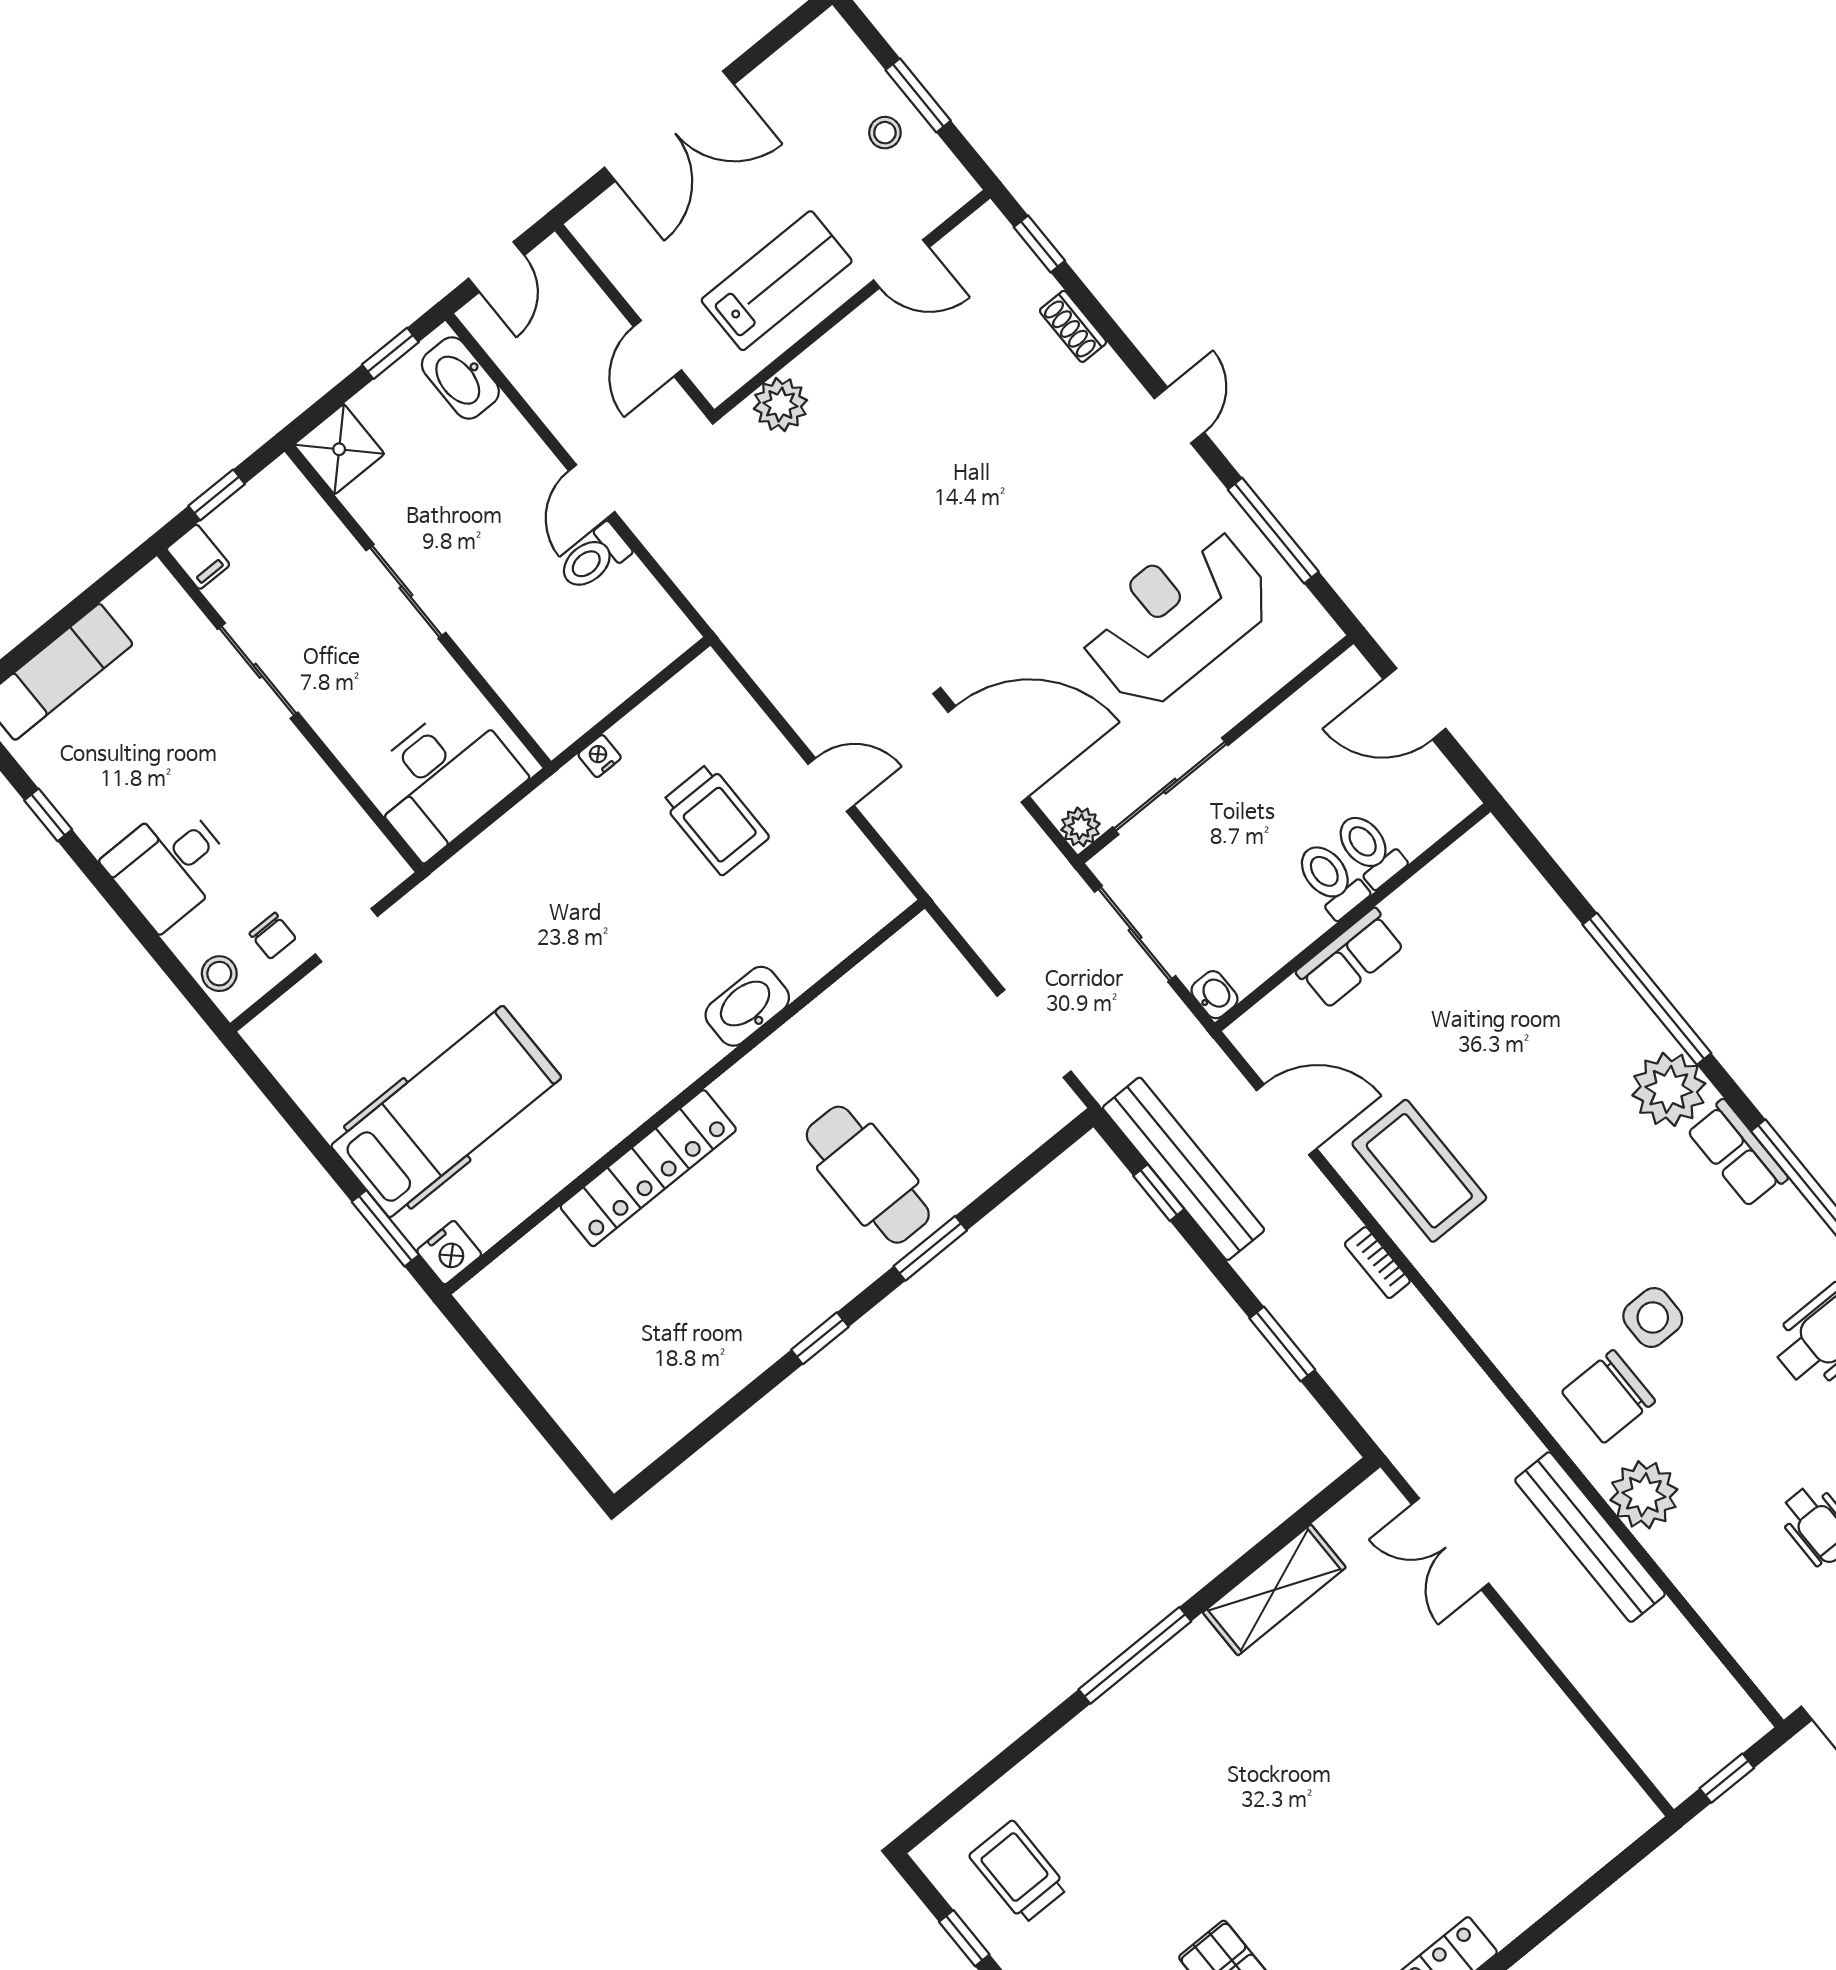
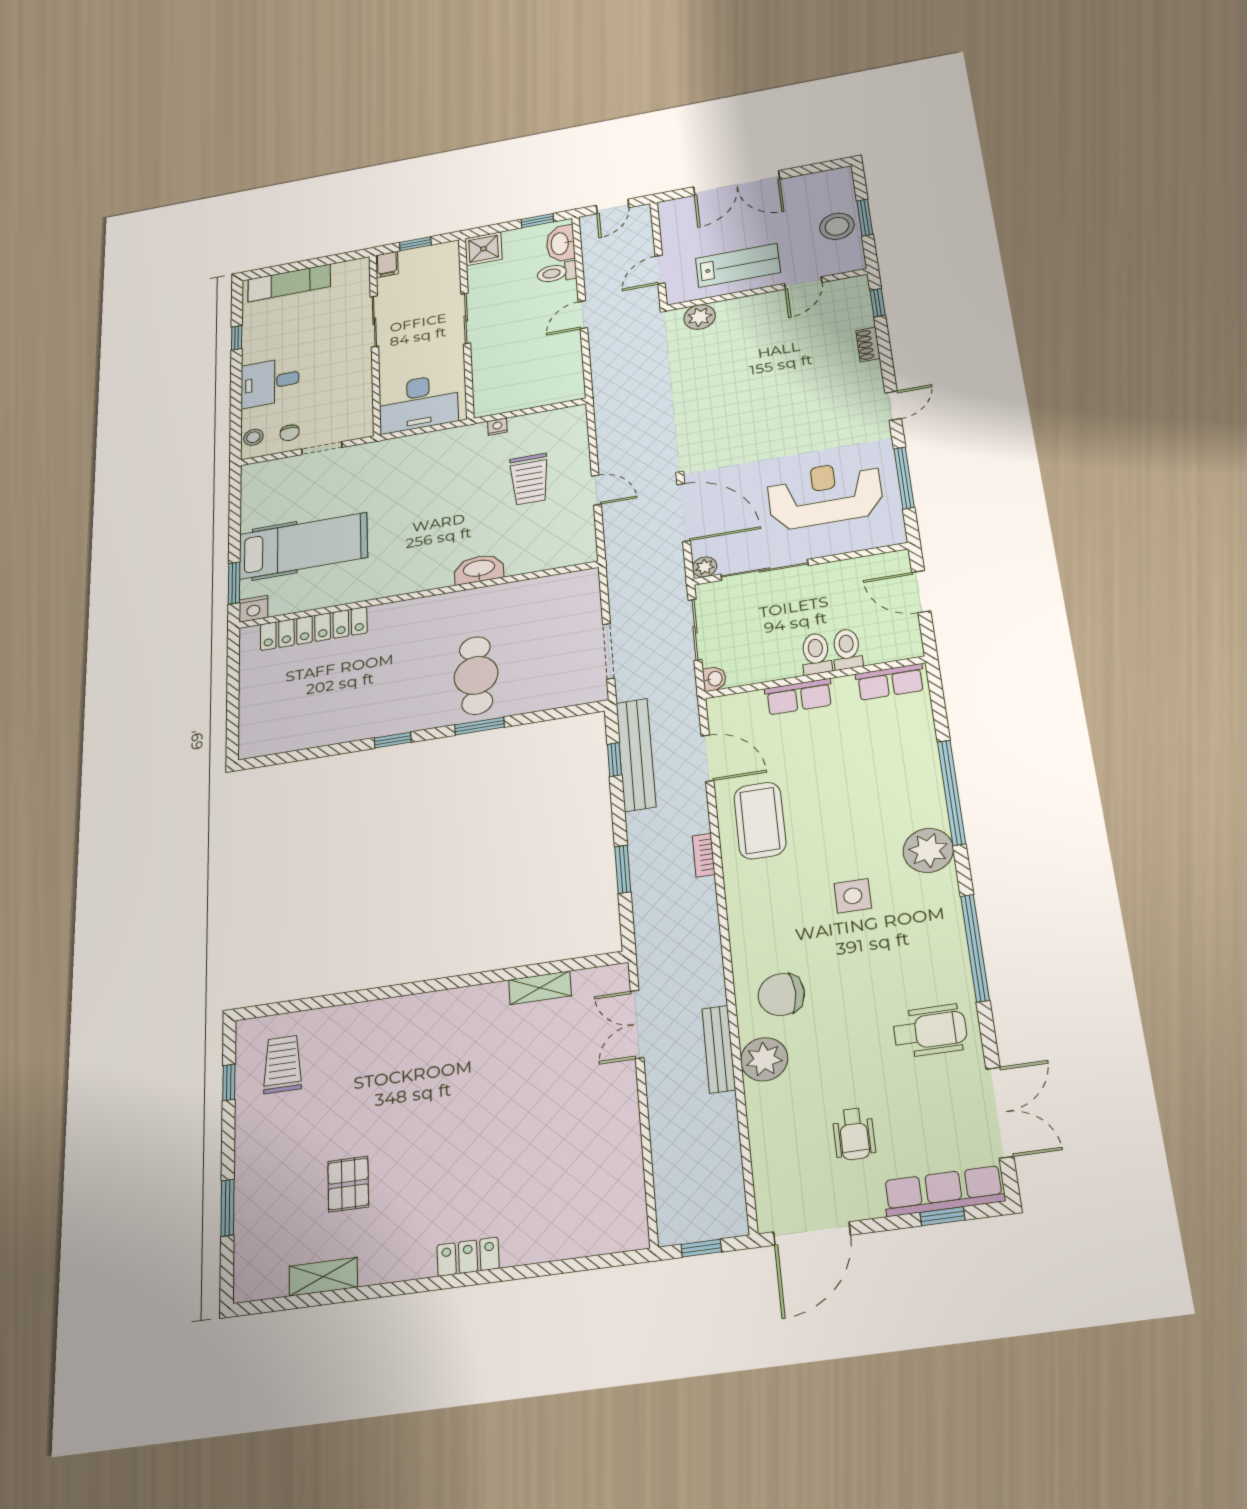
stool: (885, 133) -> (837, 226), width x1.89, depth x1.89
door: (901, 264) -> (803, 283), hinge flipped
toilet: (594, 558) -> (557, 273), moved
row of seats: (1737, 1154) -> (890, 682), moved, turned -90
locker: (648, 1168) -> (314, 629), moved
side table: (1653, 1317) -> (853, 896), moved
bench: (1590, 1537) -> (719, 1049), width x0.73, depth x0.82
shelving: (1274, 1590) -> (540, 988), width x0.67, depth x0.75
window: (1135, 1655) -> (427, 986), removed

